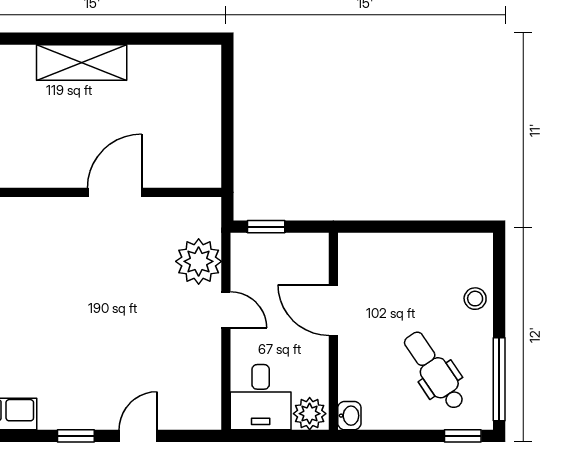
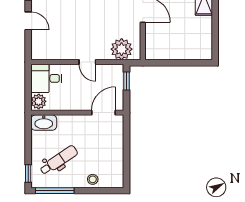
plant: (199, 261) -> (122, 49), moved
door: (226, 310) -> (87, 62), hinge flipped
door: (333, 310) -> (104, 113), moved
washbasin: (349, 416) -> (44, 123), width x1.91, depth x1.45

